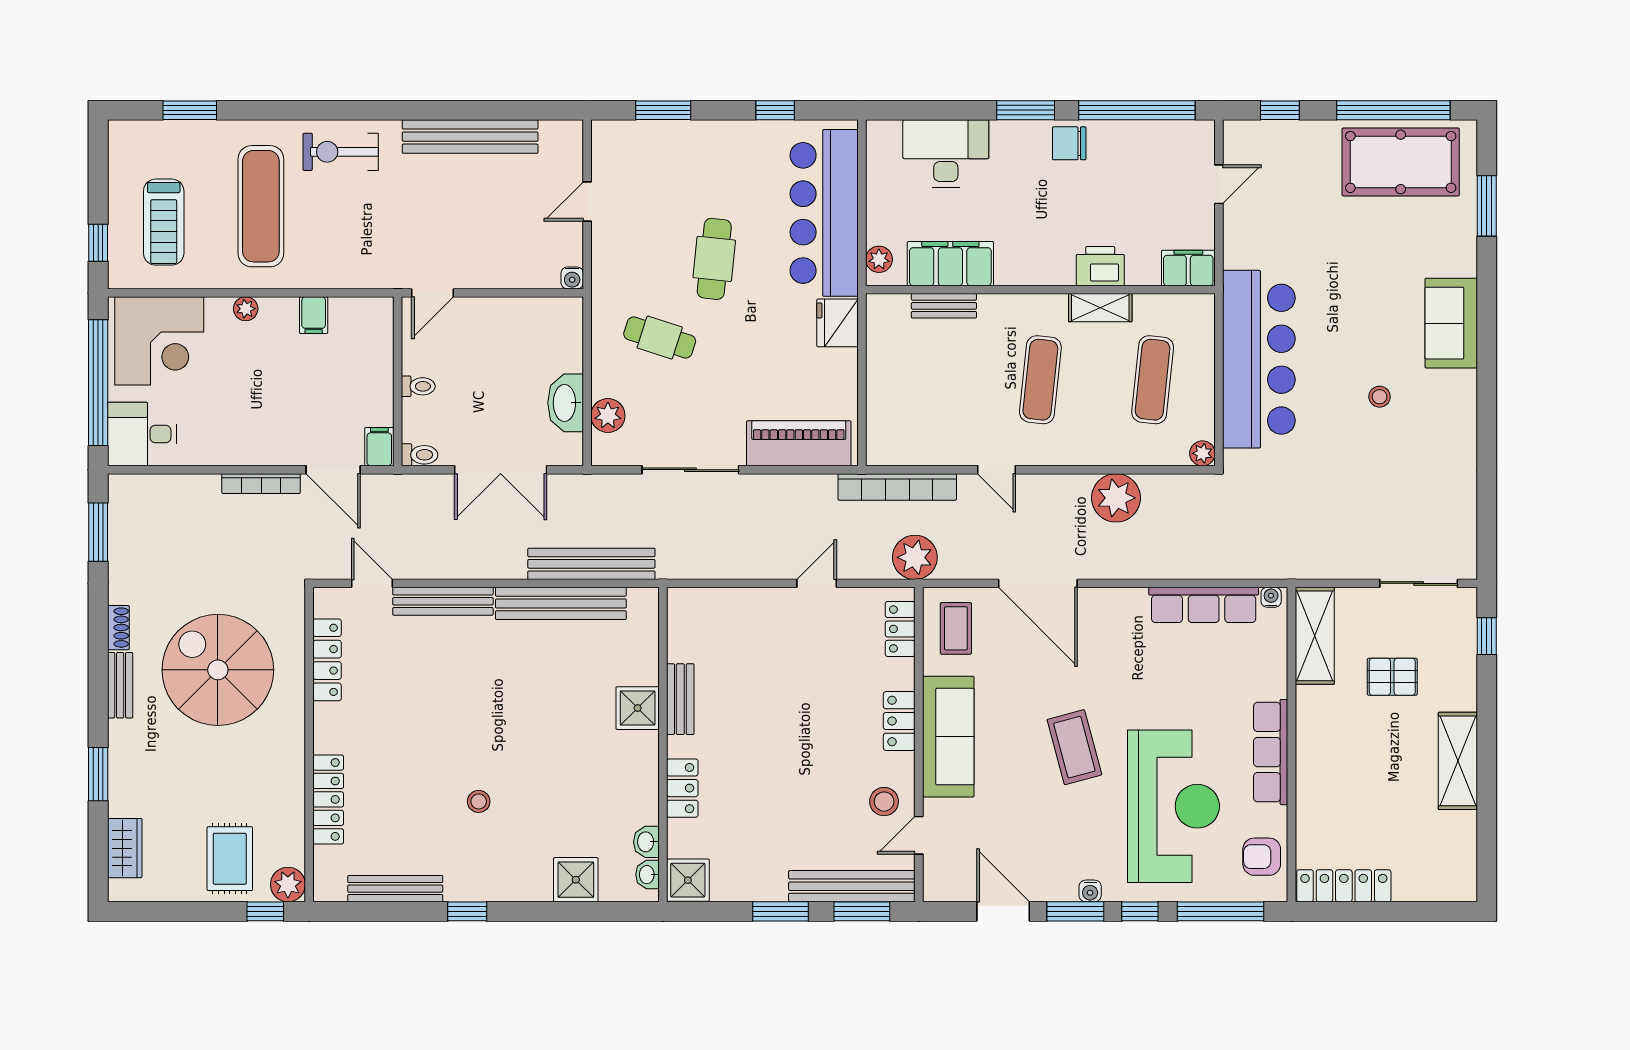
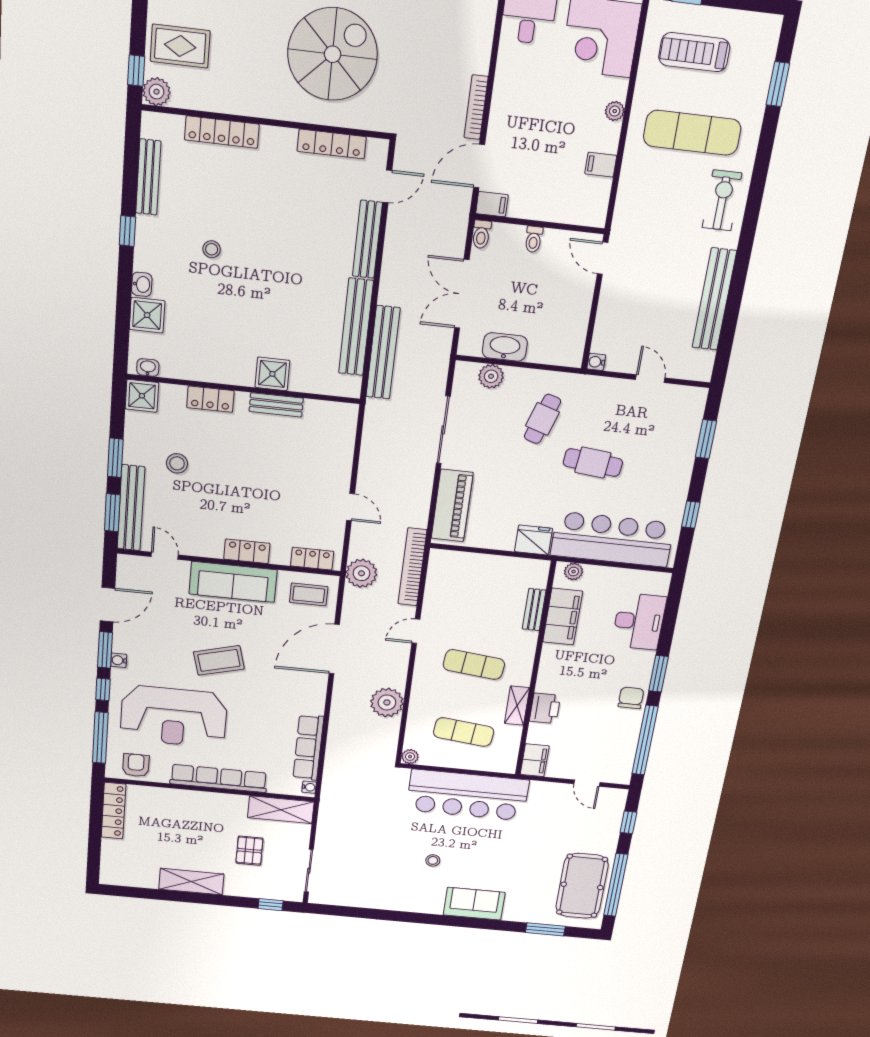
row of seats: (1271, 752) -> (219, 778), width x1.36
stool: (884, 802) -> (177, 463), moved
washbasin: (646, 842) -> (142, 284), moved, turned 90

